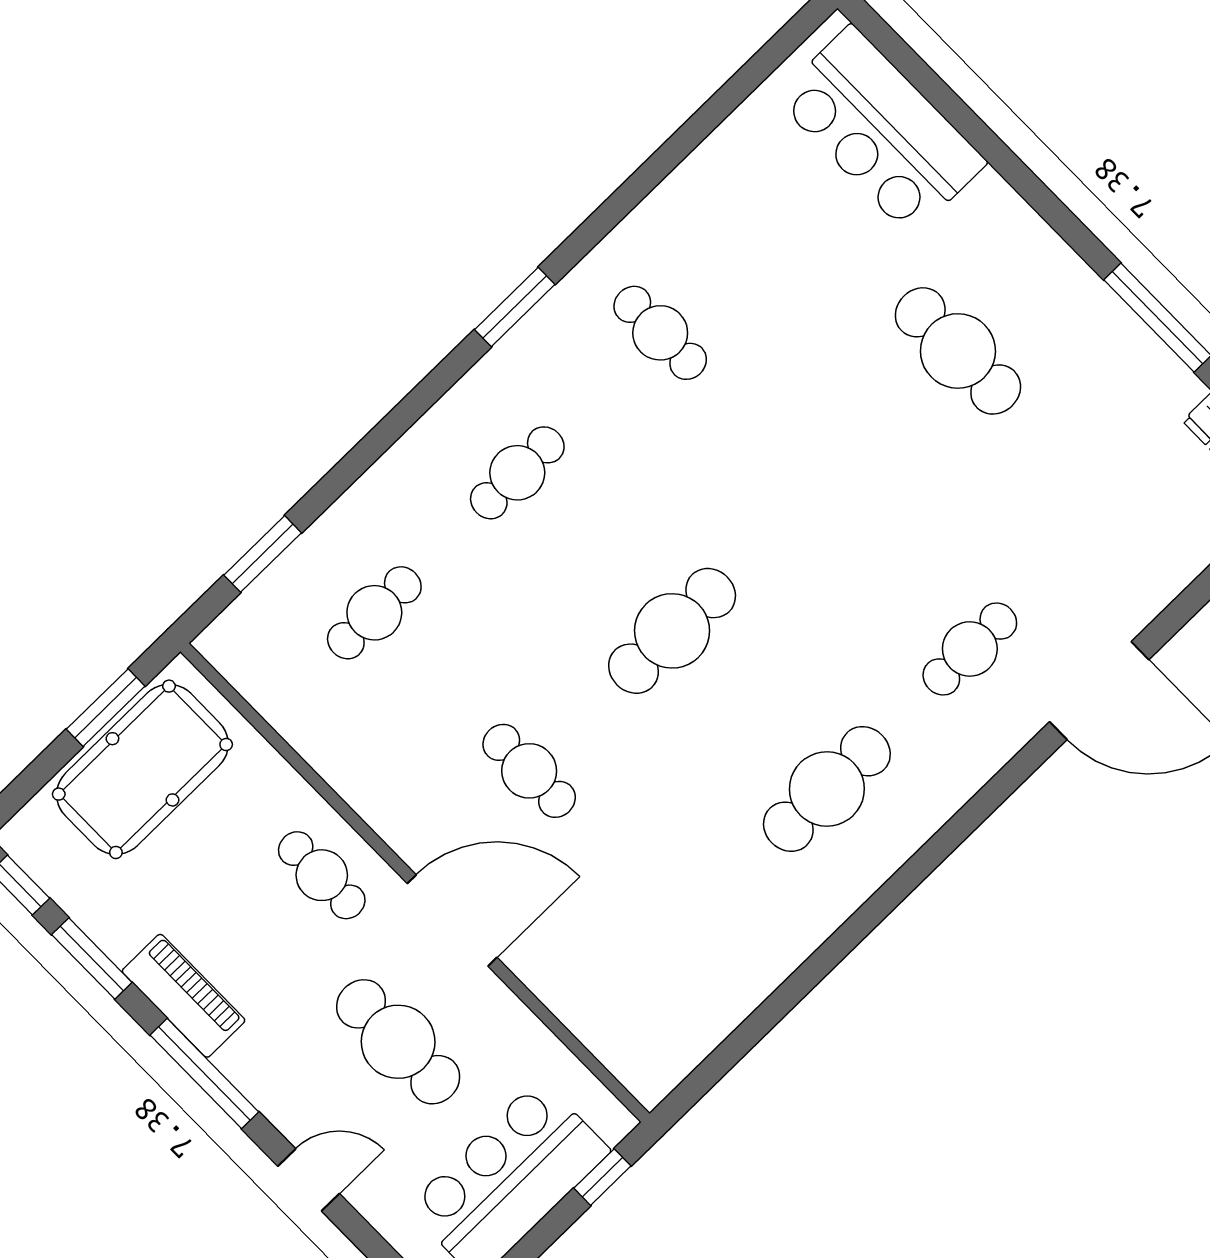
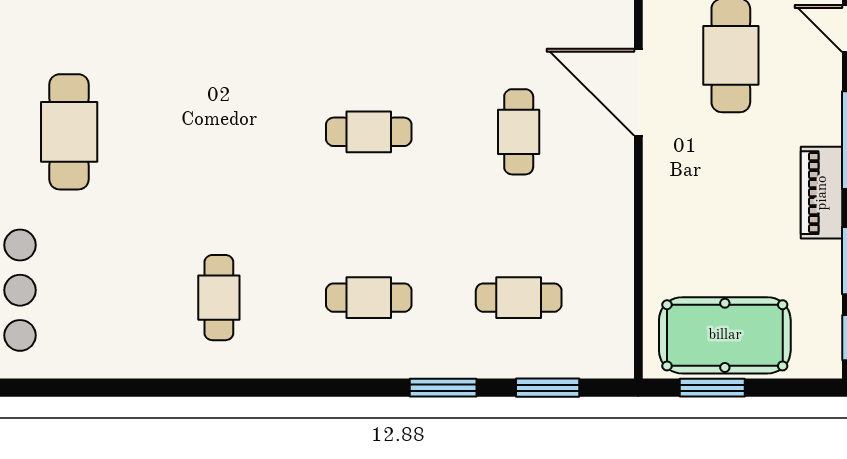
window: (515, 307) -> (443, 388), moved
cafe table: (672, 631) -> (369, 132), width x0.73, depth x0.74
cafe table: (322, 875) -> (684, 185), removed

